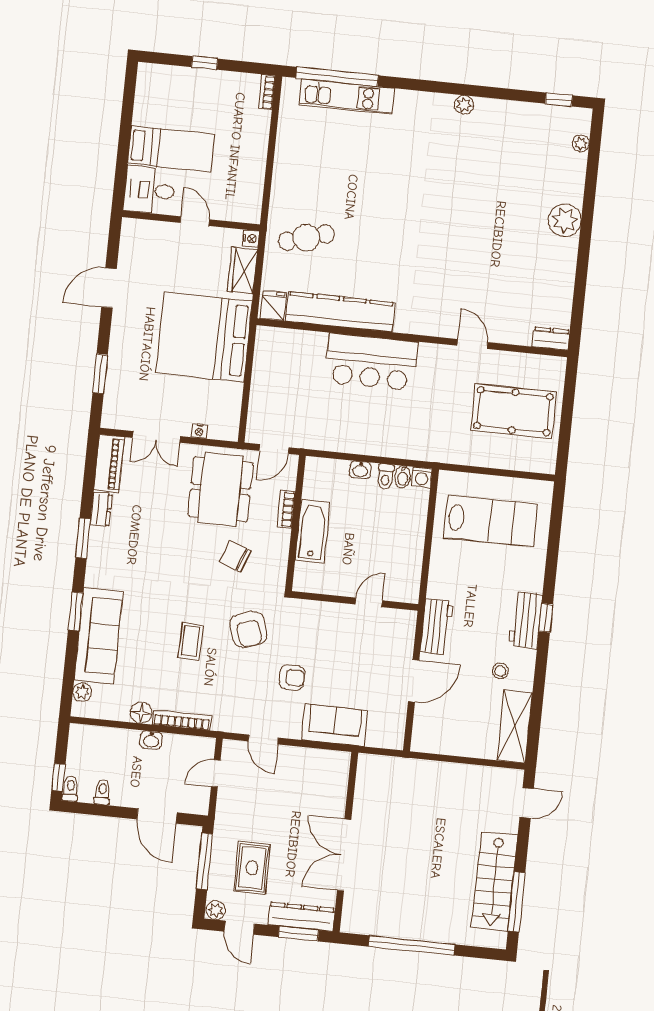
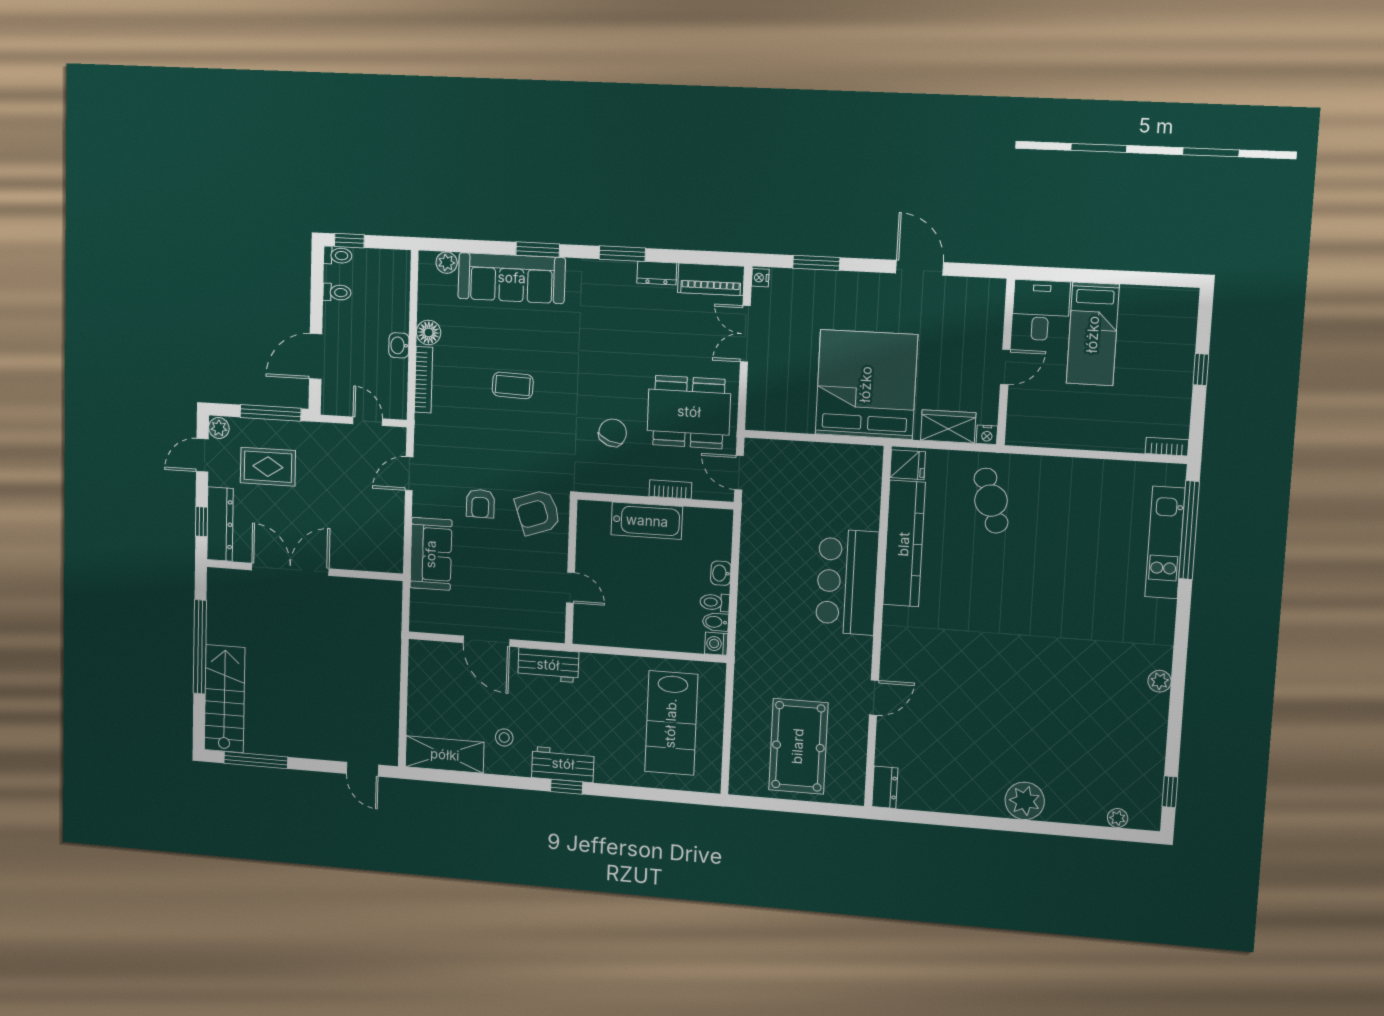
nightstand: (199, 431) -> (760, 278), moved
armchair: (248, 629) -> (538, 513), moved
stairs: (495, 881) -> (225, 699), moved, turned 90
window: (299, 934) -> (201, 522), width x0.67

